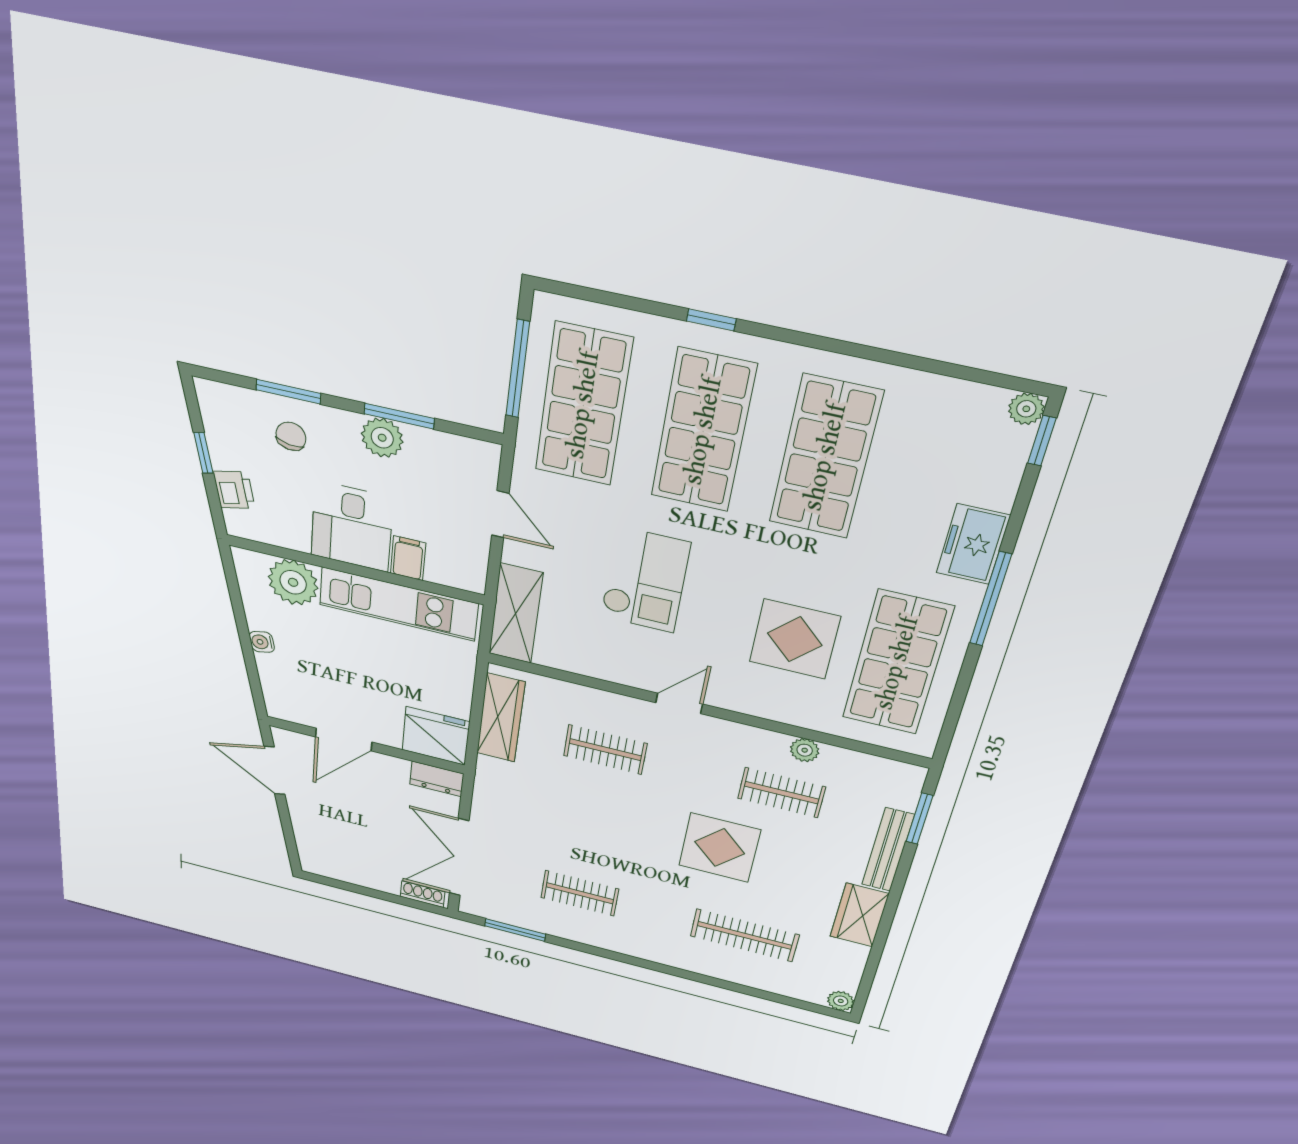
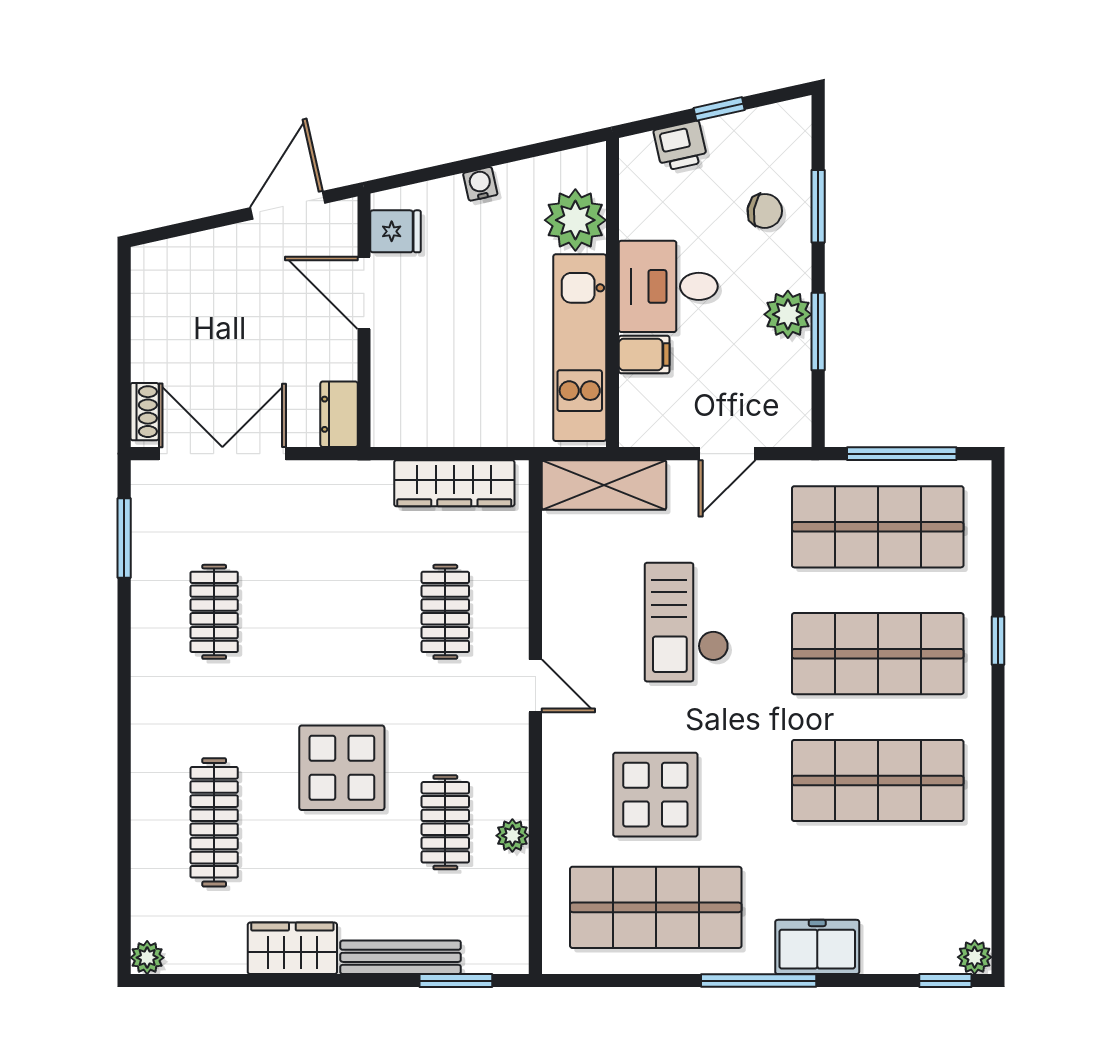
checkout: (645, 580) -> (687, 622), turned 90
fridge: (436, 736) -> (396, 231), moved, width x0.53, depth x0.75

